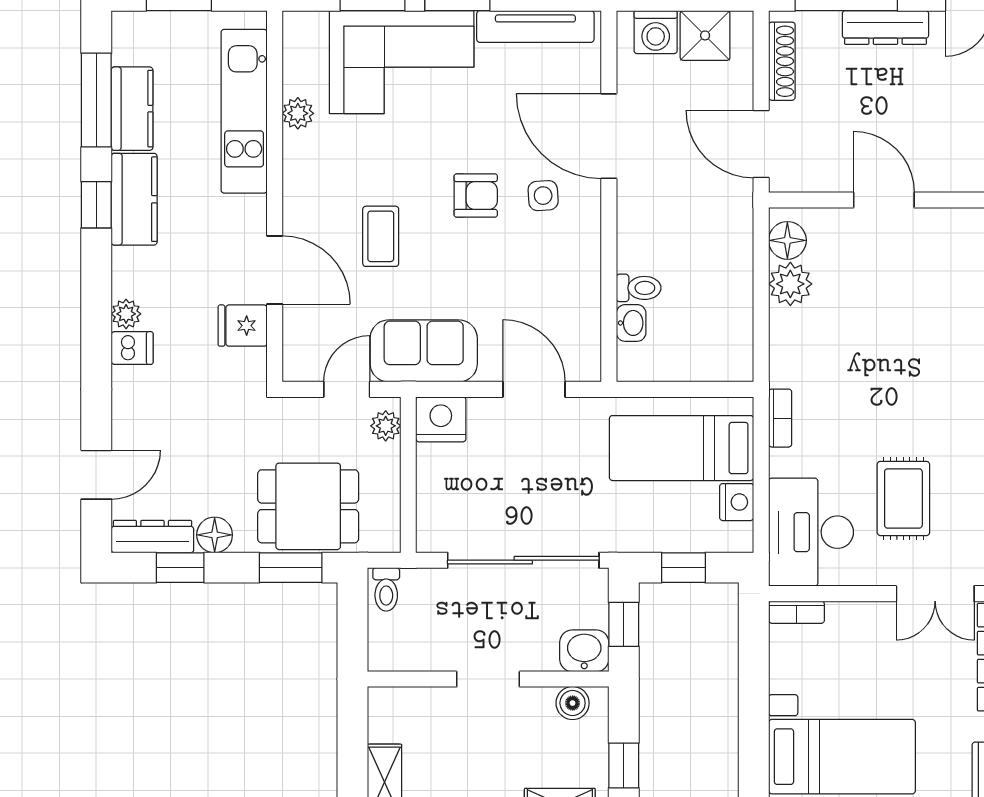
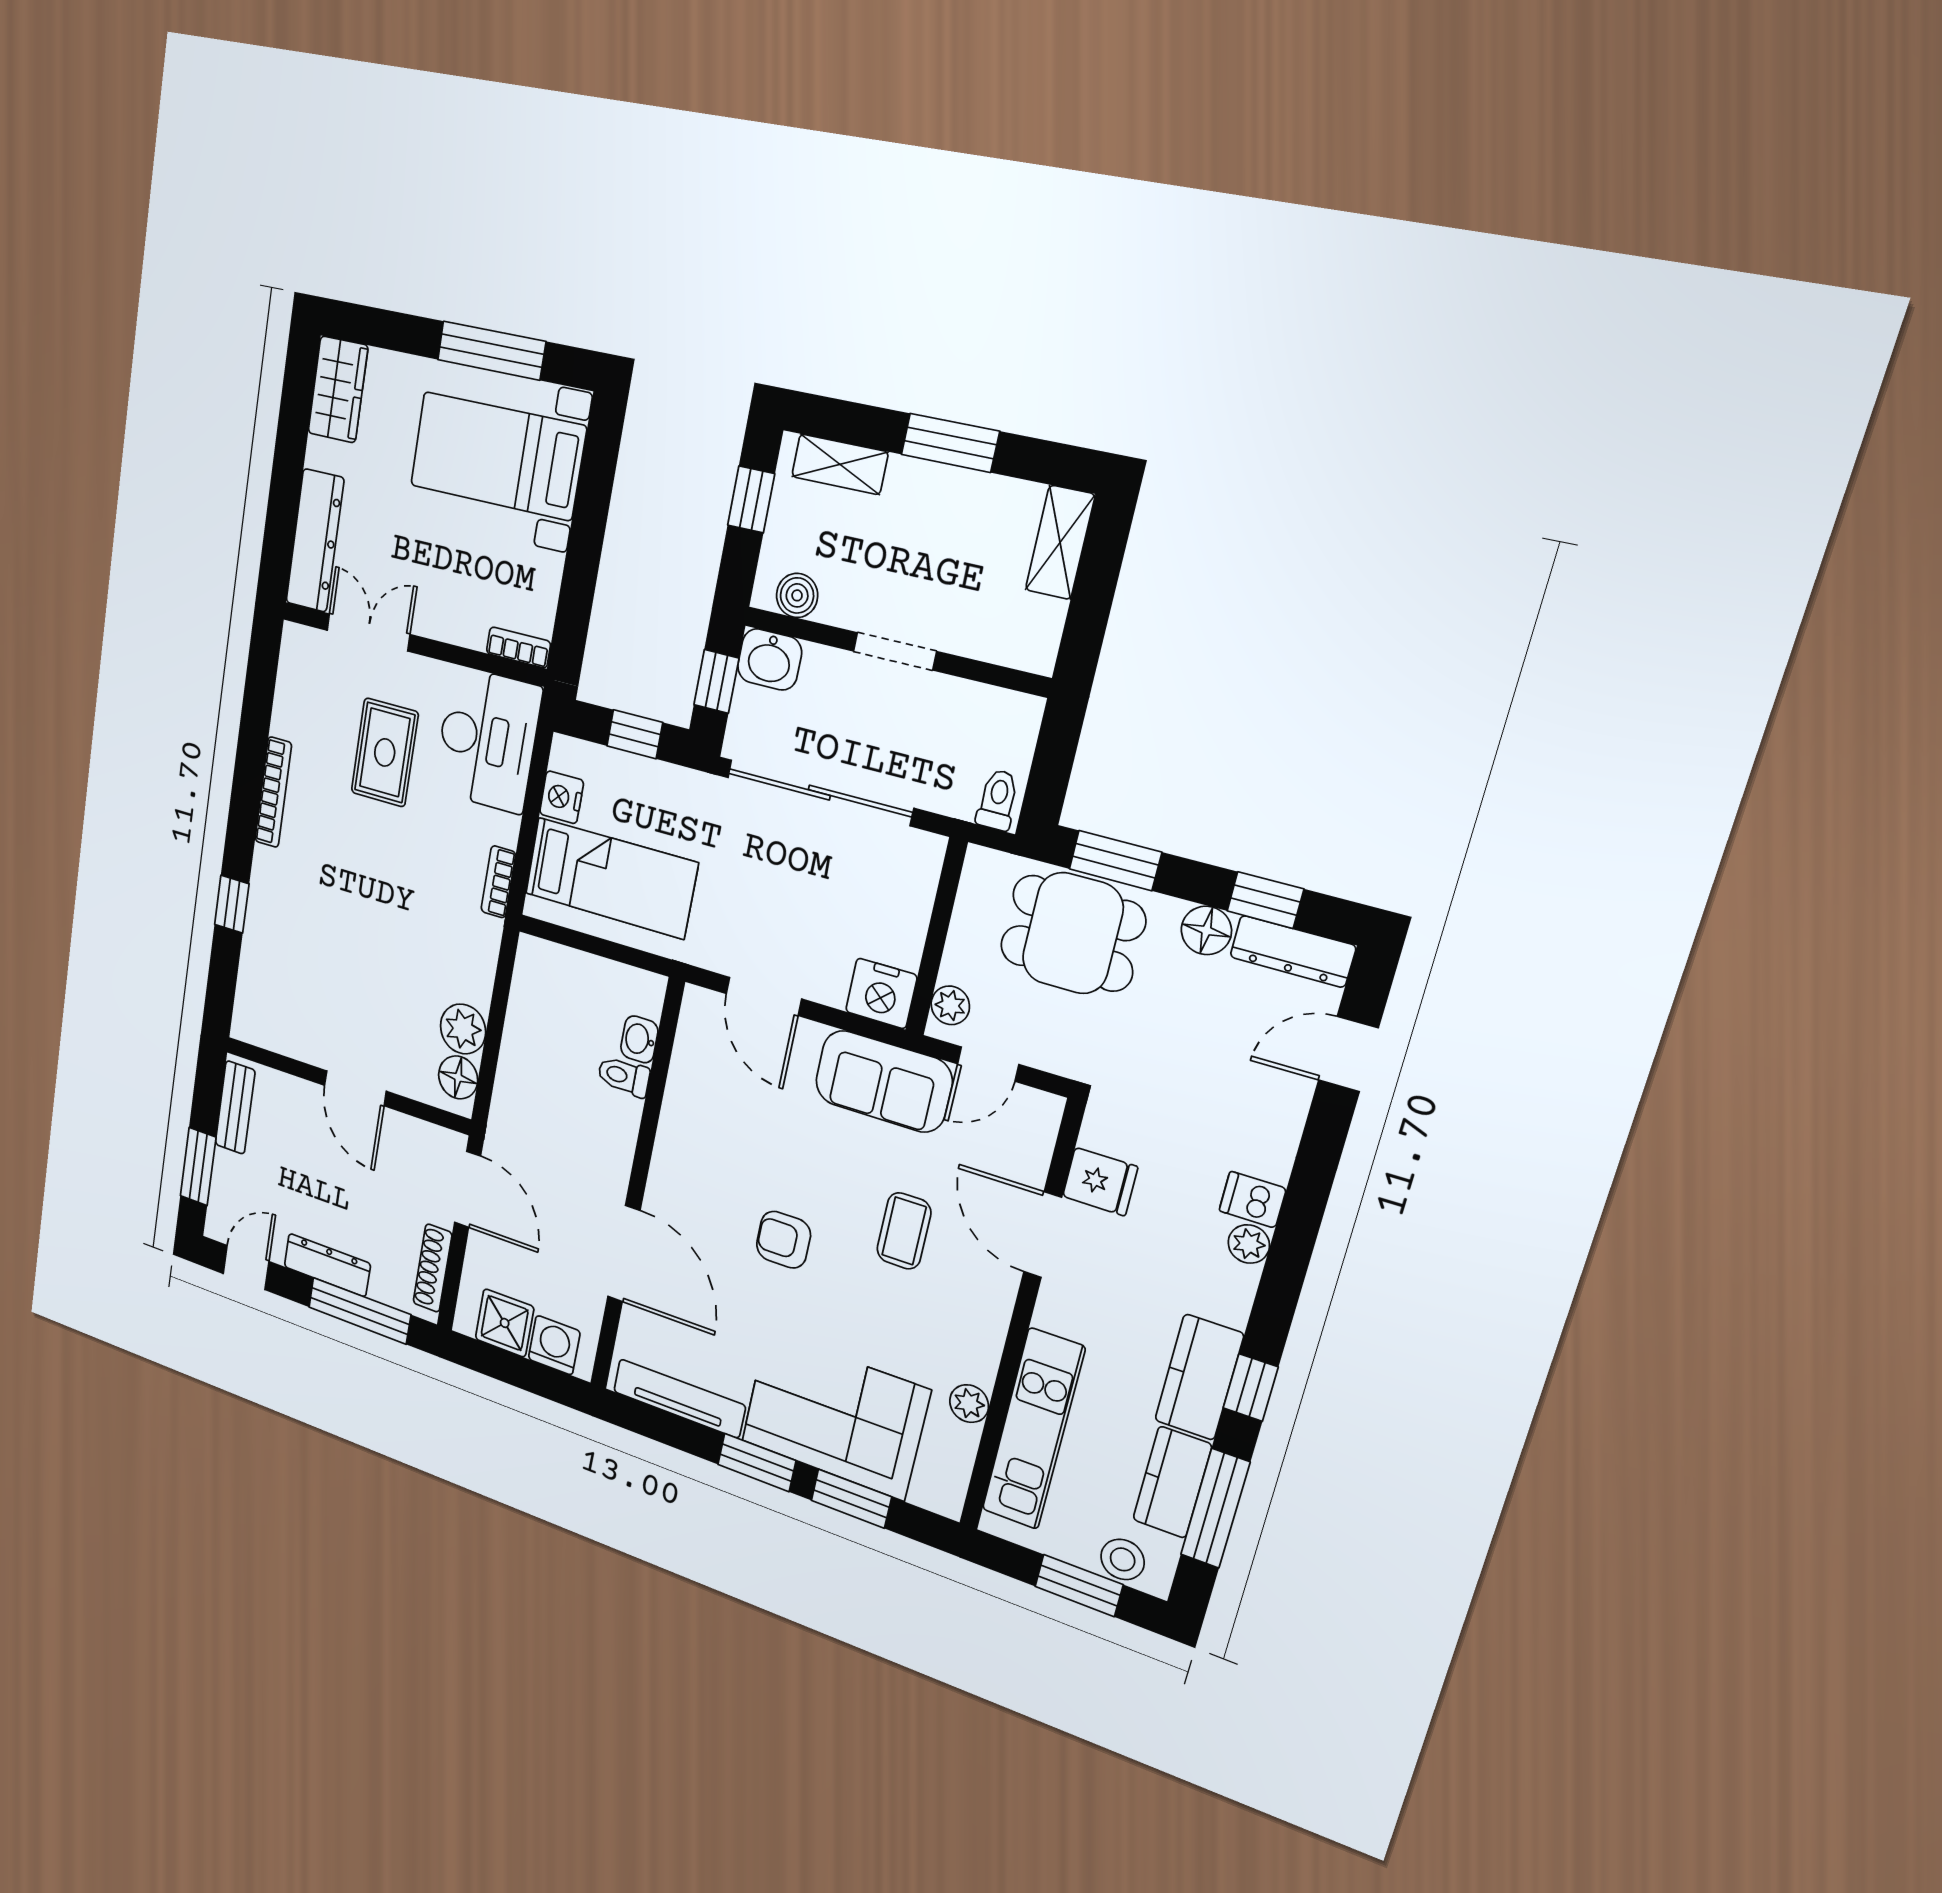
stool: (152, 31) -> (1123, 1559), added
side table: (543, 196) -> (708, 1214), removed

